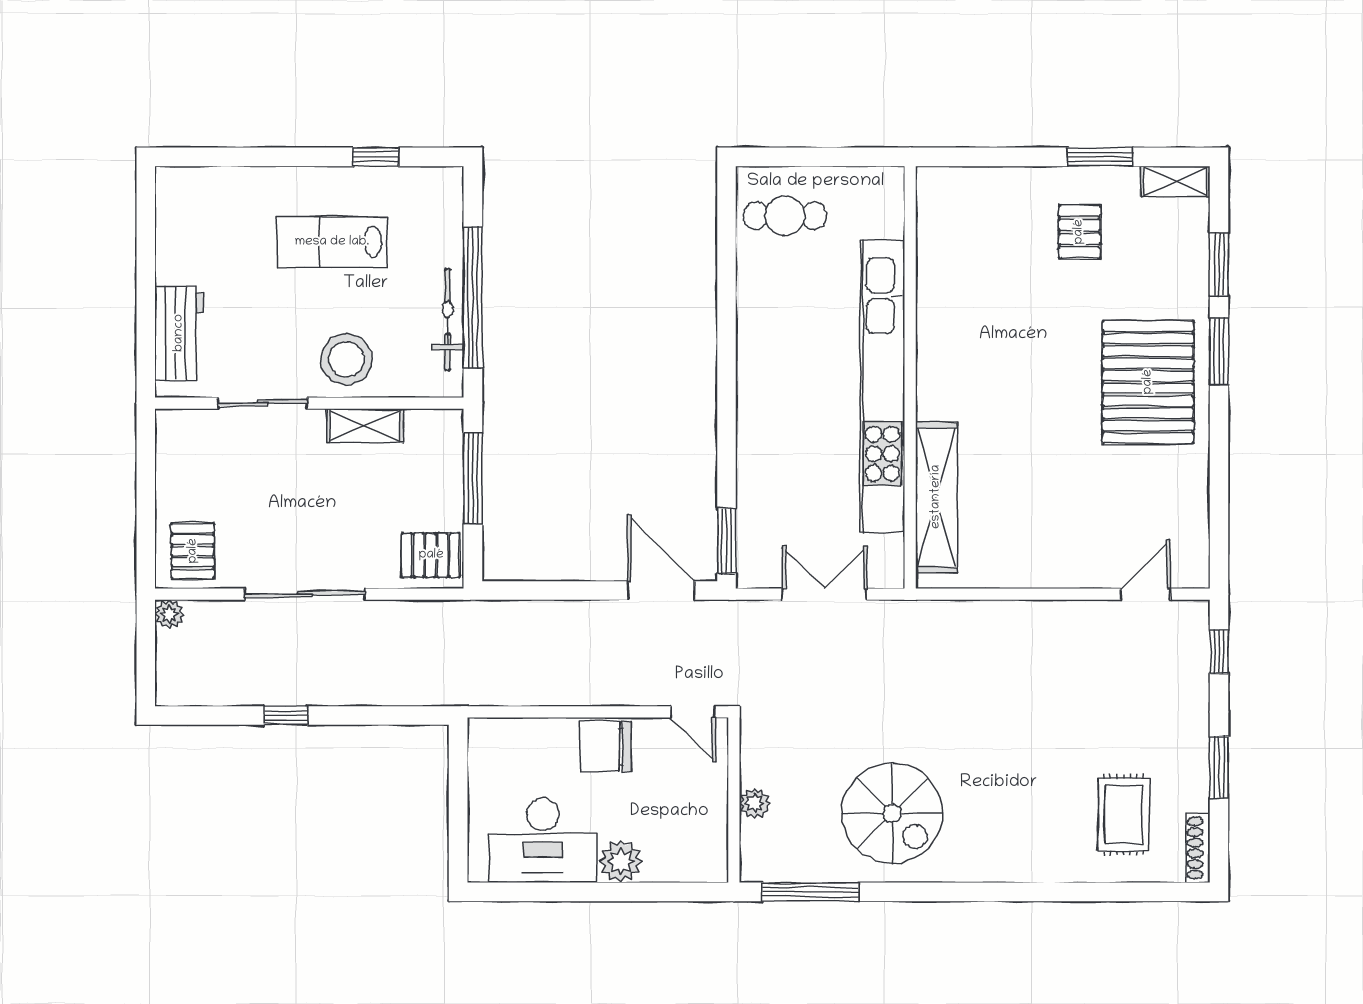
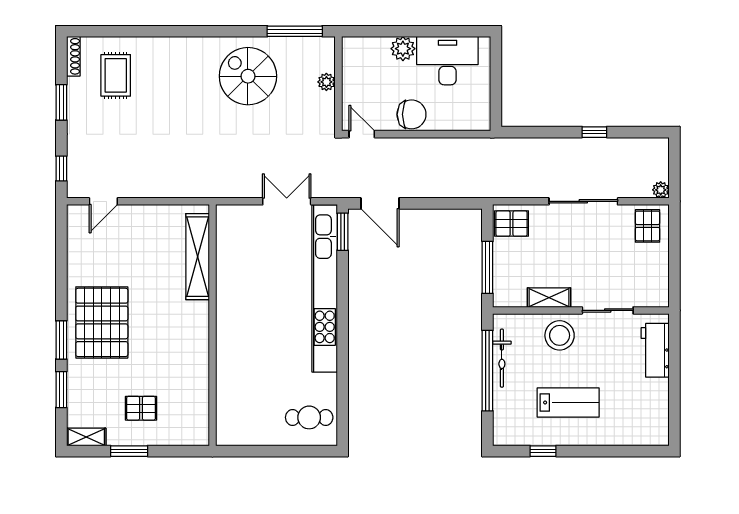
pallet: (1079, 232) -> (141, 408), turned 90
wall: (910, 377) -> (212, 325), moved
kitchen unit: (883, 386) -> (325, 288), moved, turned 180
shelving: (936, 497) -> (198, 257), moved
double door: (824, 594) -> (287, 201), swing flipped

